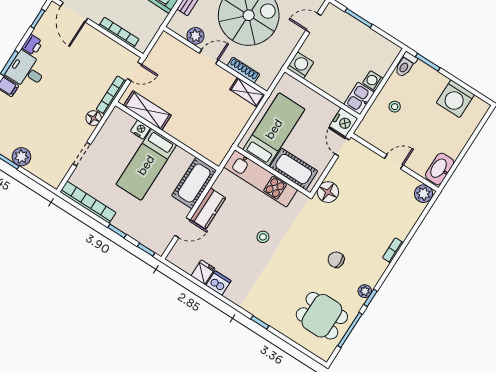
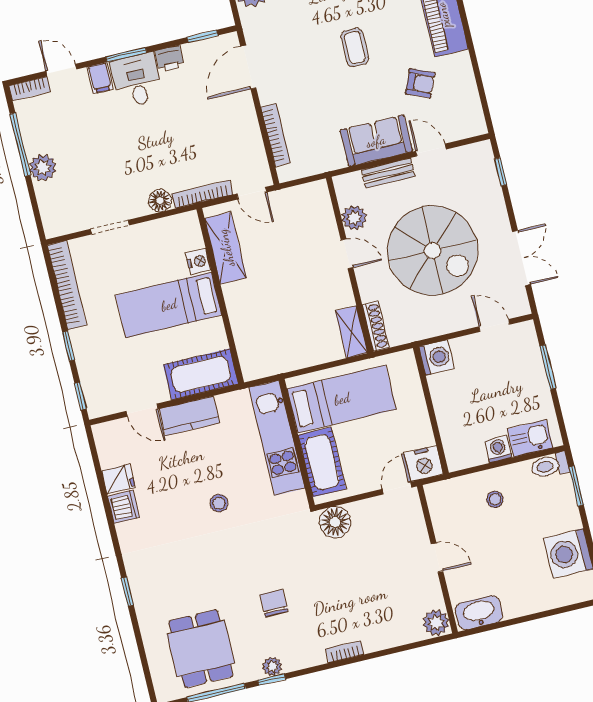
shoe rack: (243, 70) -> (376, 326), moved
kitchen sink: (359, 98) -> (530, 438), moved

